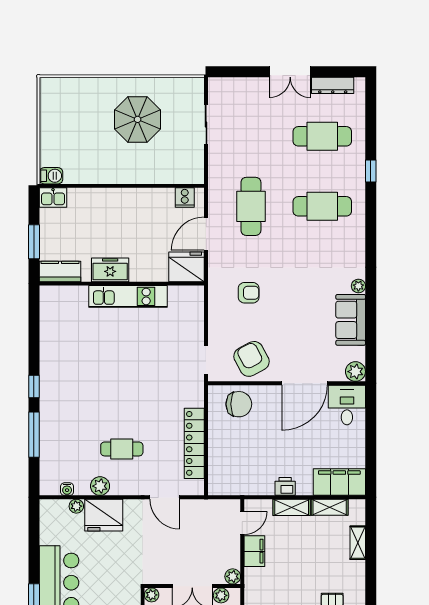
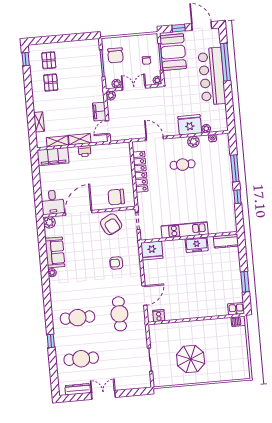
fridge: (187, 267) -> (152, 250), moved
freezer: (110, 270) -> (197, 245), moved
kitchen counter: (60, 272) -> (226, 241), moved
wall: (122, 284) -> (189, 237), moved
kitchen unit: (128, 296) -> (185, 230), moved

